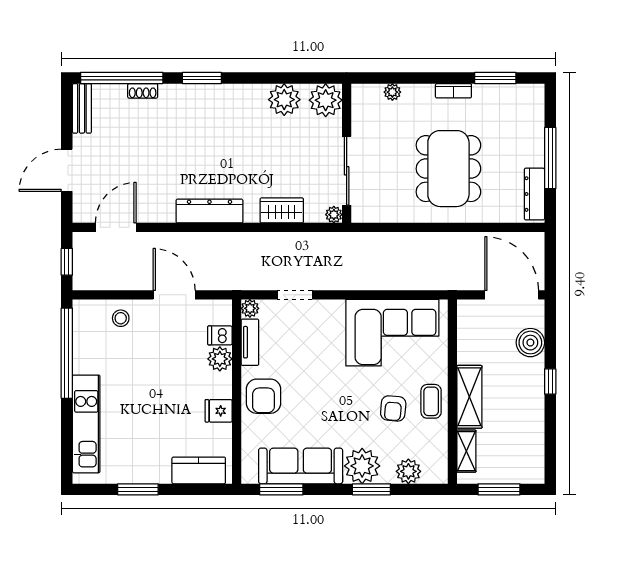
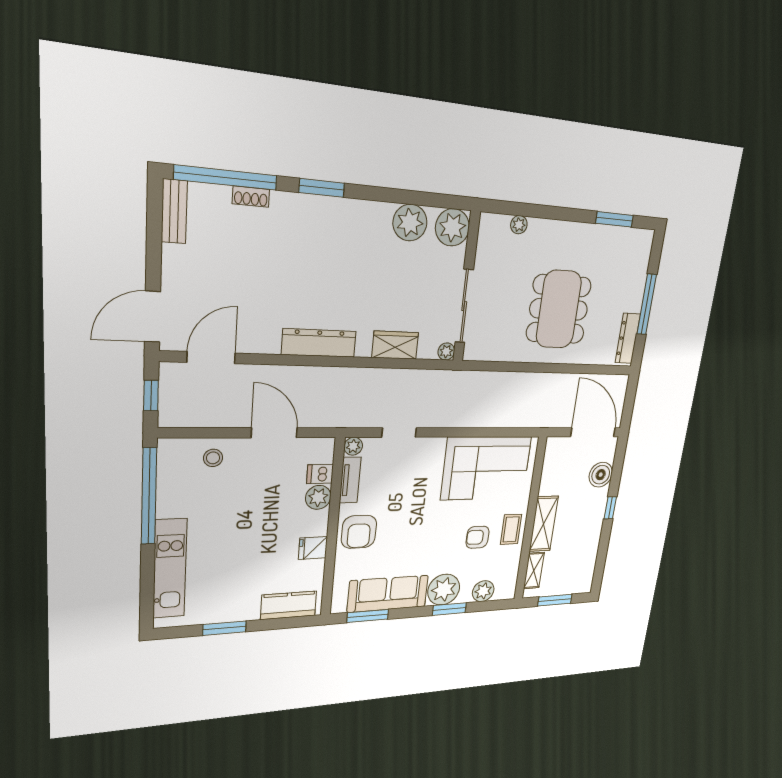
bookcase: (453, 91) -> (575, 229), removed
door: (67, 170) -> (153, 317), moved
armchair: (393, 408) -> (478, 537), turned 85

